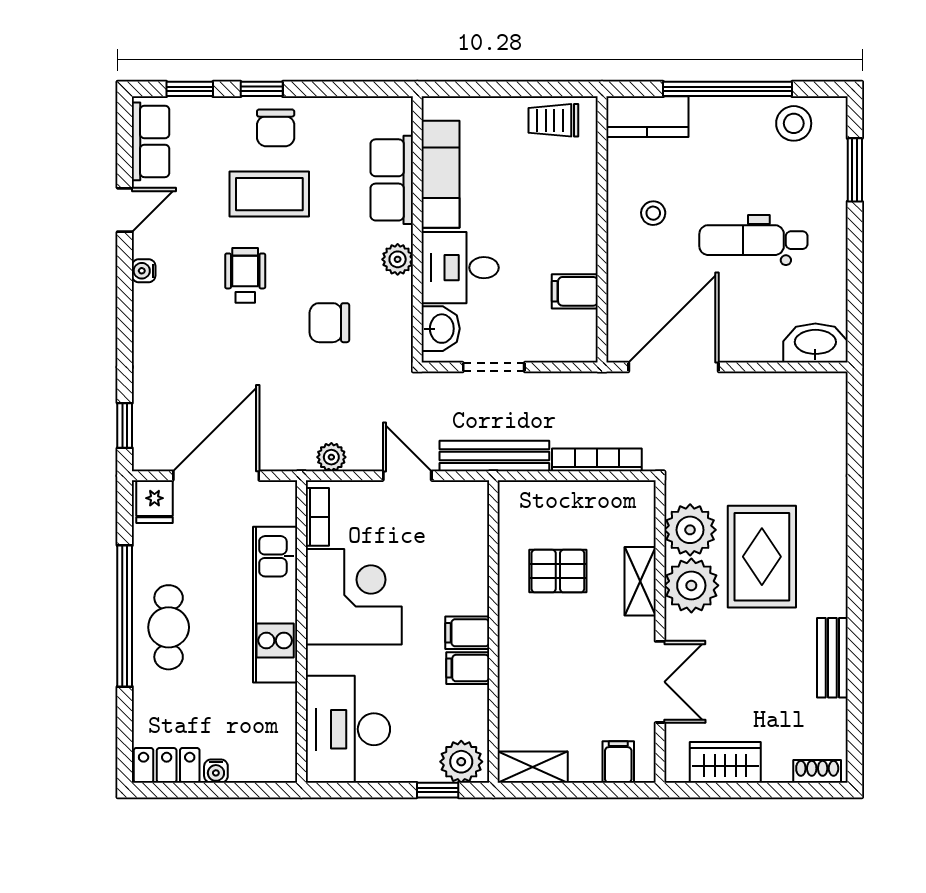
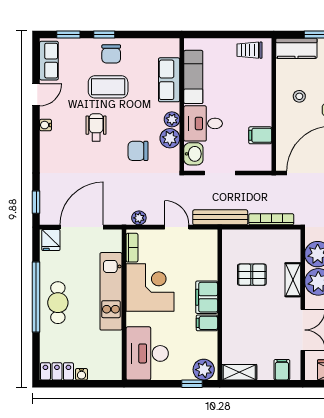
plant: (393, 297) -> (170, 138), added
filing cabinet: (467, 633) -> (207, 297), width x2.00

